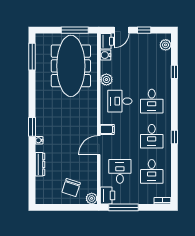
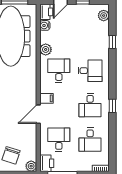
desk: (120, 101) -> (59, 71), turned 90
desk: (152, 101) -> (90, 71), turned -90

